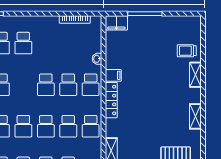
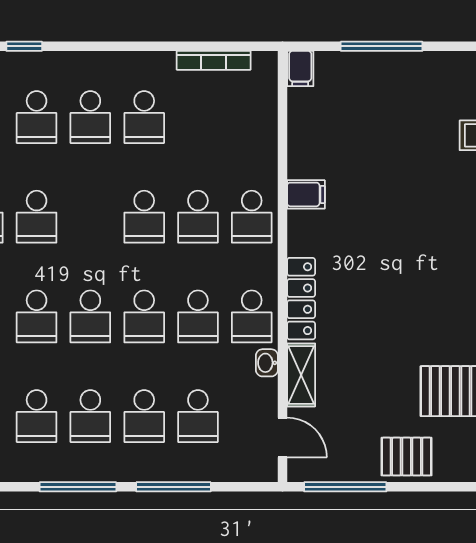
filing cabinet: (116, 23) -> (300, 69), width x0.50
school desk: (46, 43) -> (144, 117), added
washbasin: (97, 59) -> (267, 363), moved
locker: (111, 100) -> (301, 299), moved

